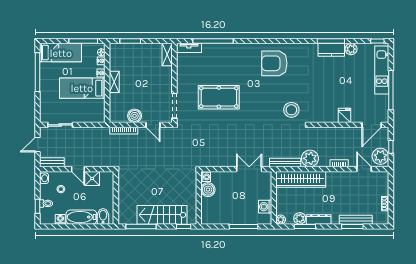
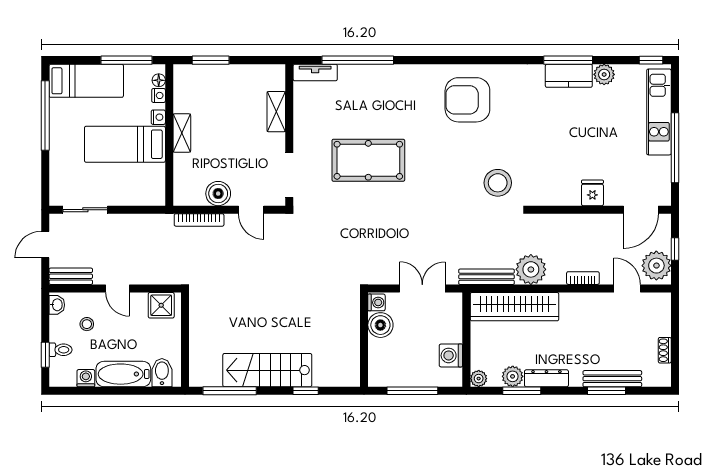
shelving: (167, 55) -> (276, 112), moved
washing machine: (206, 177) -> (376, 302), moved
shower: (92, 178) -> (161, 305), moved
boiler: (208, 190) -> (380, 325), moved
wall: (199, 198) -> (364, 340), moved

